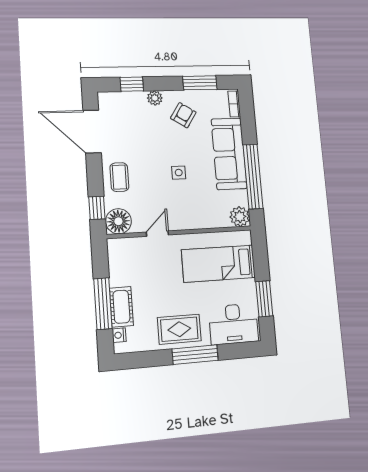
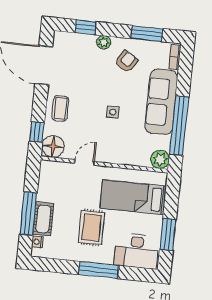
rug: (179, 329) -> (91, 228), moved, turned 90

